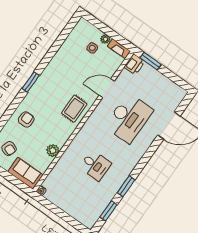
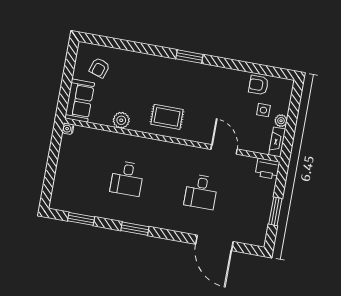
window: (151, 61) -> (275, 211), moved
rug: (74, 109) -> (167, 117), moved
desk: (129, 118) -> (201, 192), width x0.53, depth x0.77
armchair: (26, 119) -> (259, 85), moved, turned 180
window: (126, 186) -> (135, 229), moved

